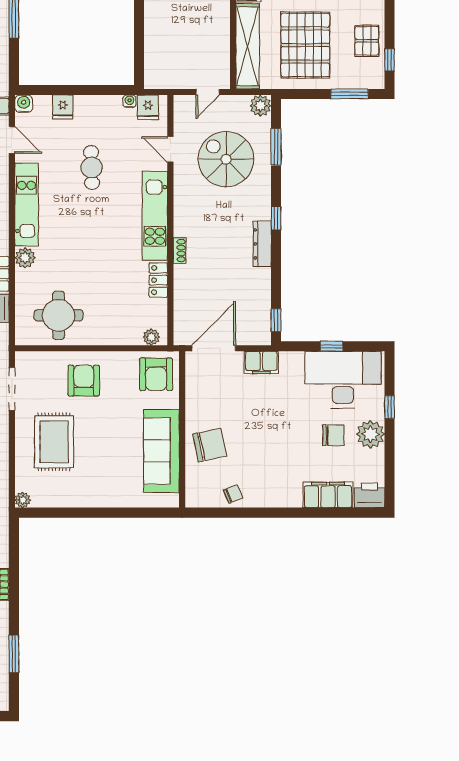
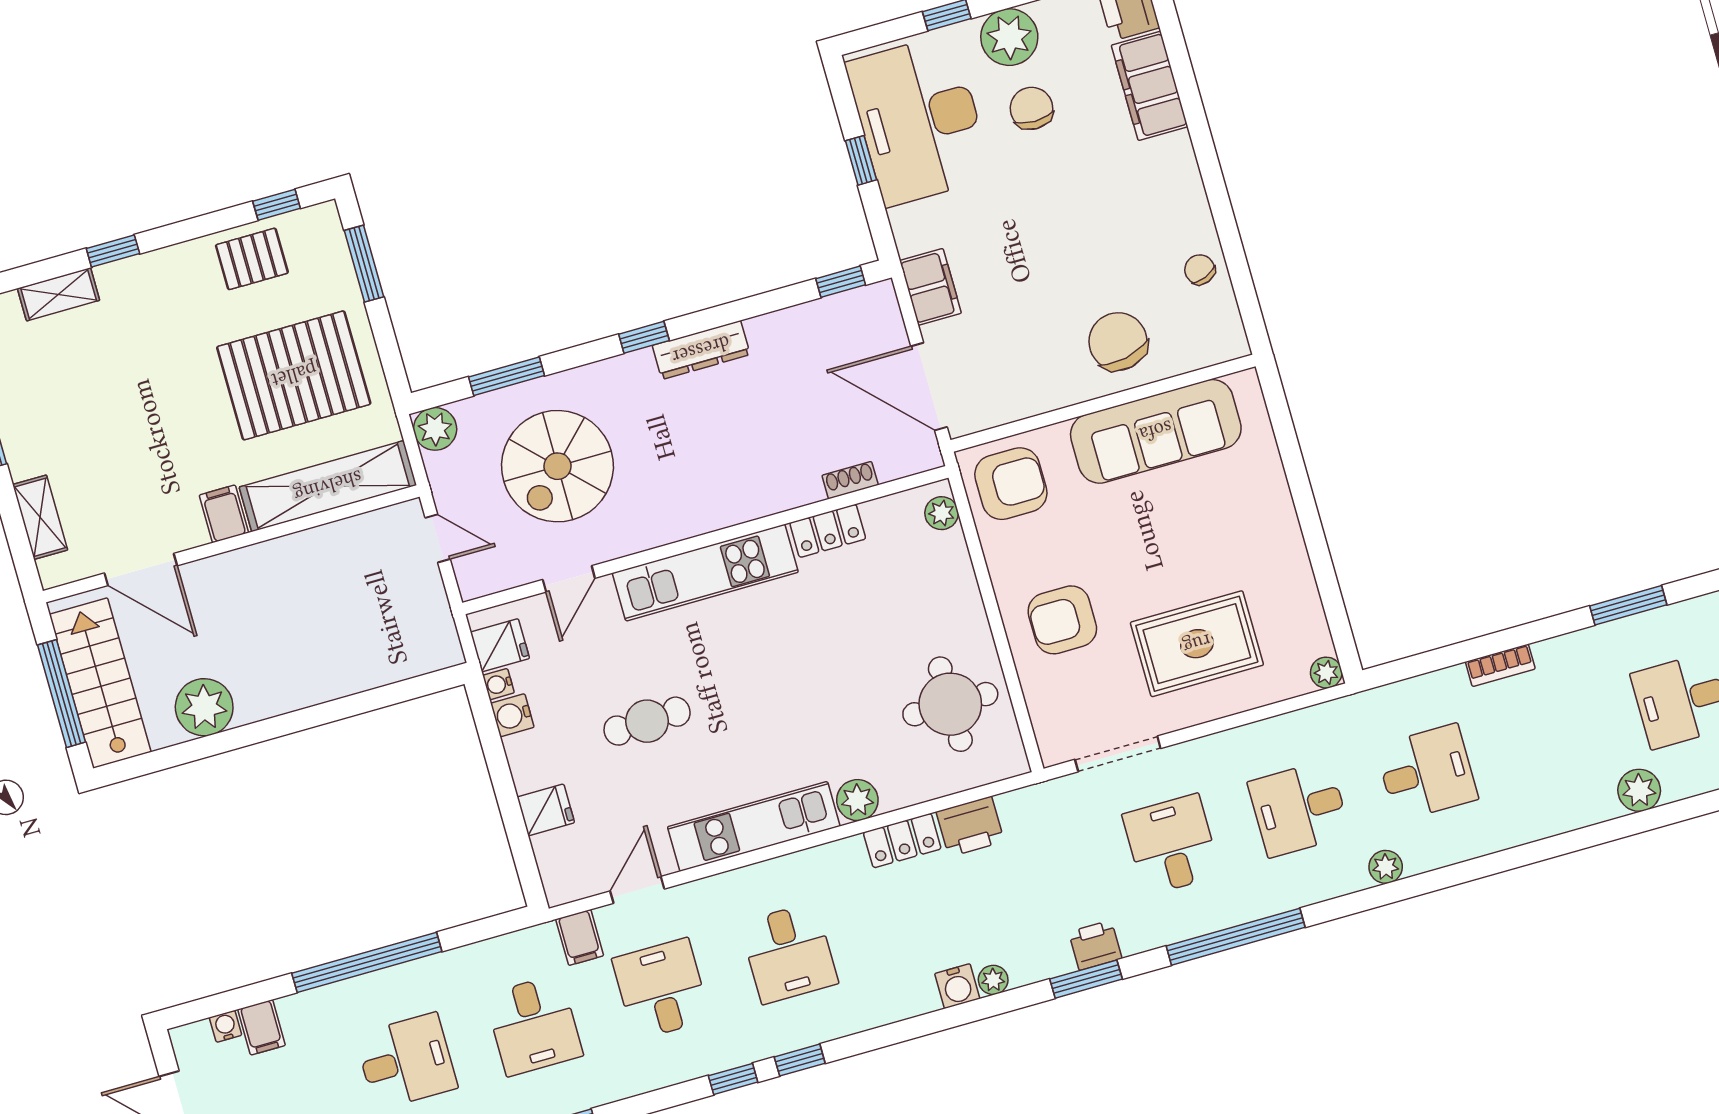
water cooler: (24, 104) -> (512, 715), moved
shoe rack: (180, 251) -> (850, 480), moved

